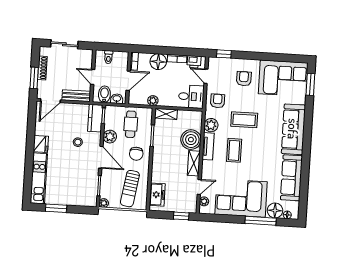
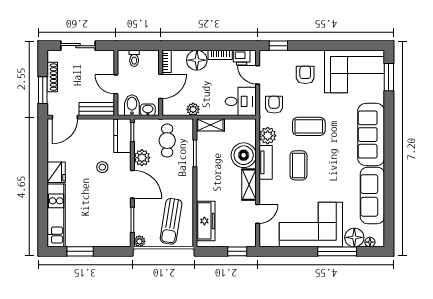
chair: (136, 154) -> (176, 177), removed
freezer: (157, 195) -> (206, 221), width x1.40
plant: (204, 201) -> (265, 232), removed

